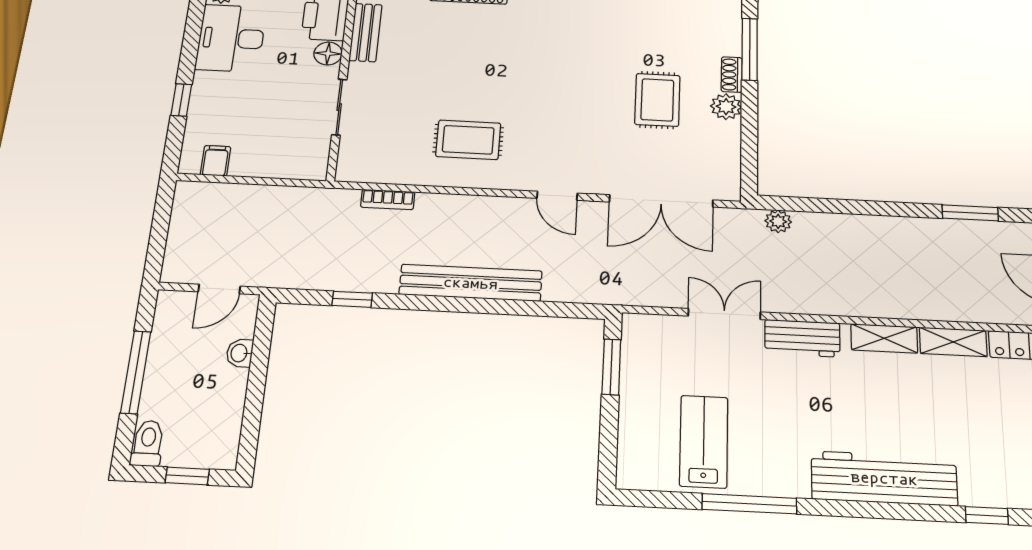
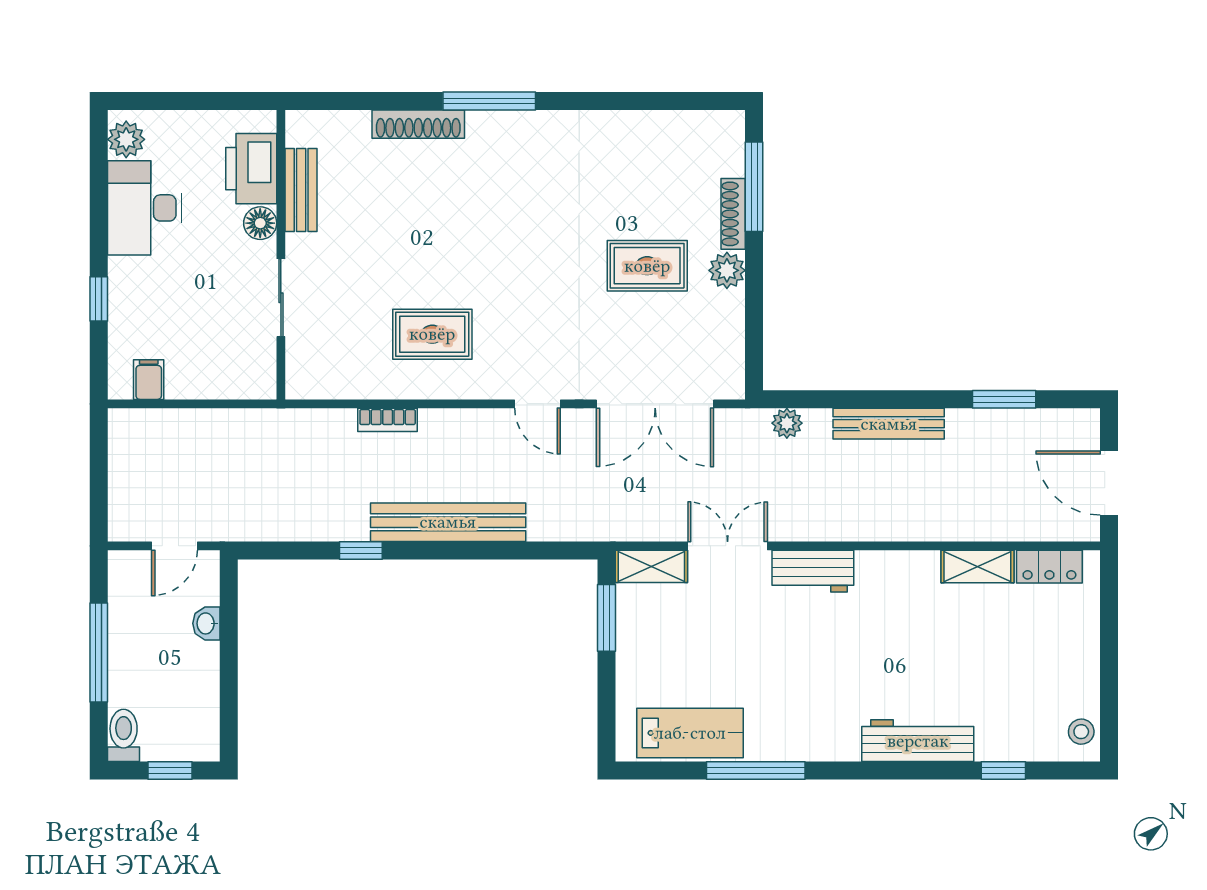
shoe rack: (732, 75) -> (733, 214), width x1.43
rug: (657, 100) -> (647, 266), turned 90
bookcase: (388, 200) -> (388, 420), moved
bench: (869, 226) -> (889, 424), added
window: (352, 299) -> (361, 550), moved
shelving: (884, 338) -> (651, 566), moved
lab bench: (704, 441) -> (690, 733), moved, turned 90
workbench: (884, 478) -> (918, 741), width x0.73, depth x0.76

